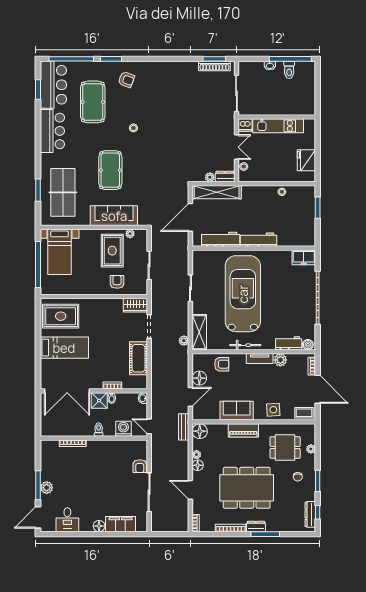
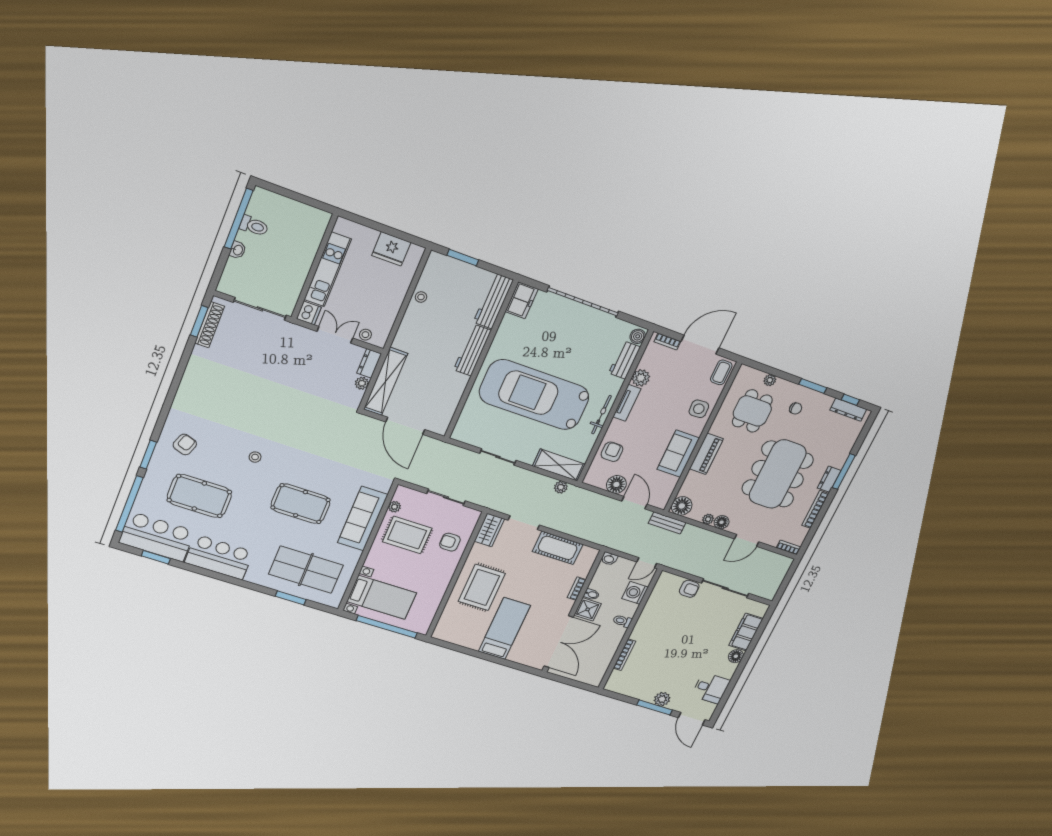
workbench: (221, 239) -> (493, 301), moved
rug: (61, 316) -> (482, 587), moved

